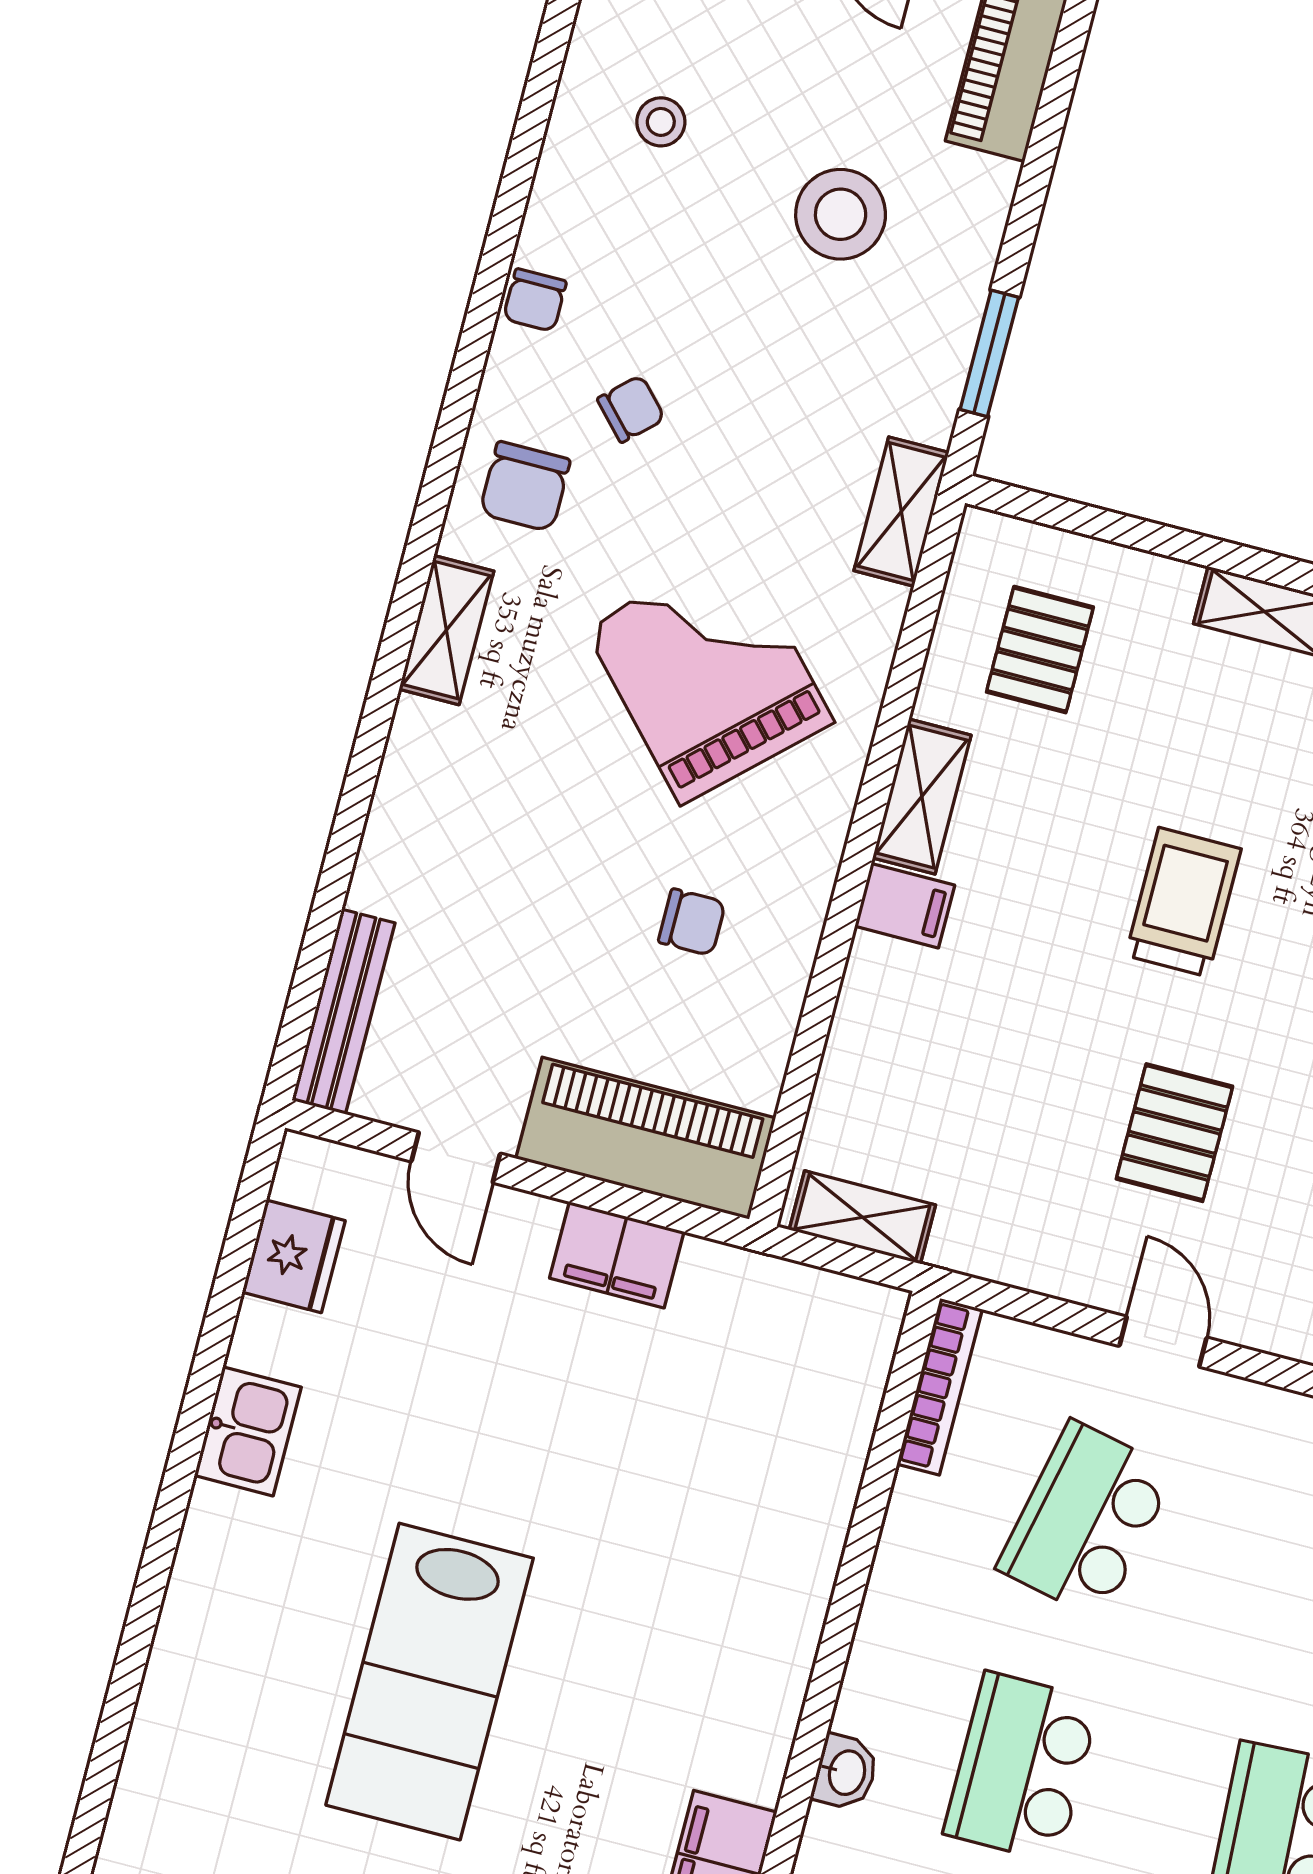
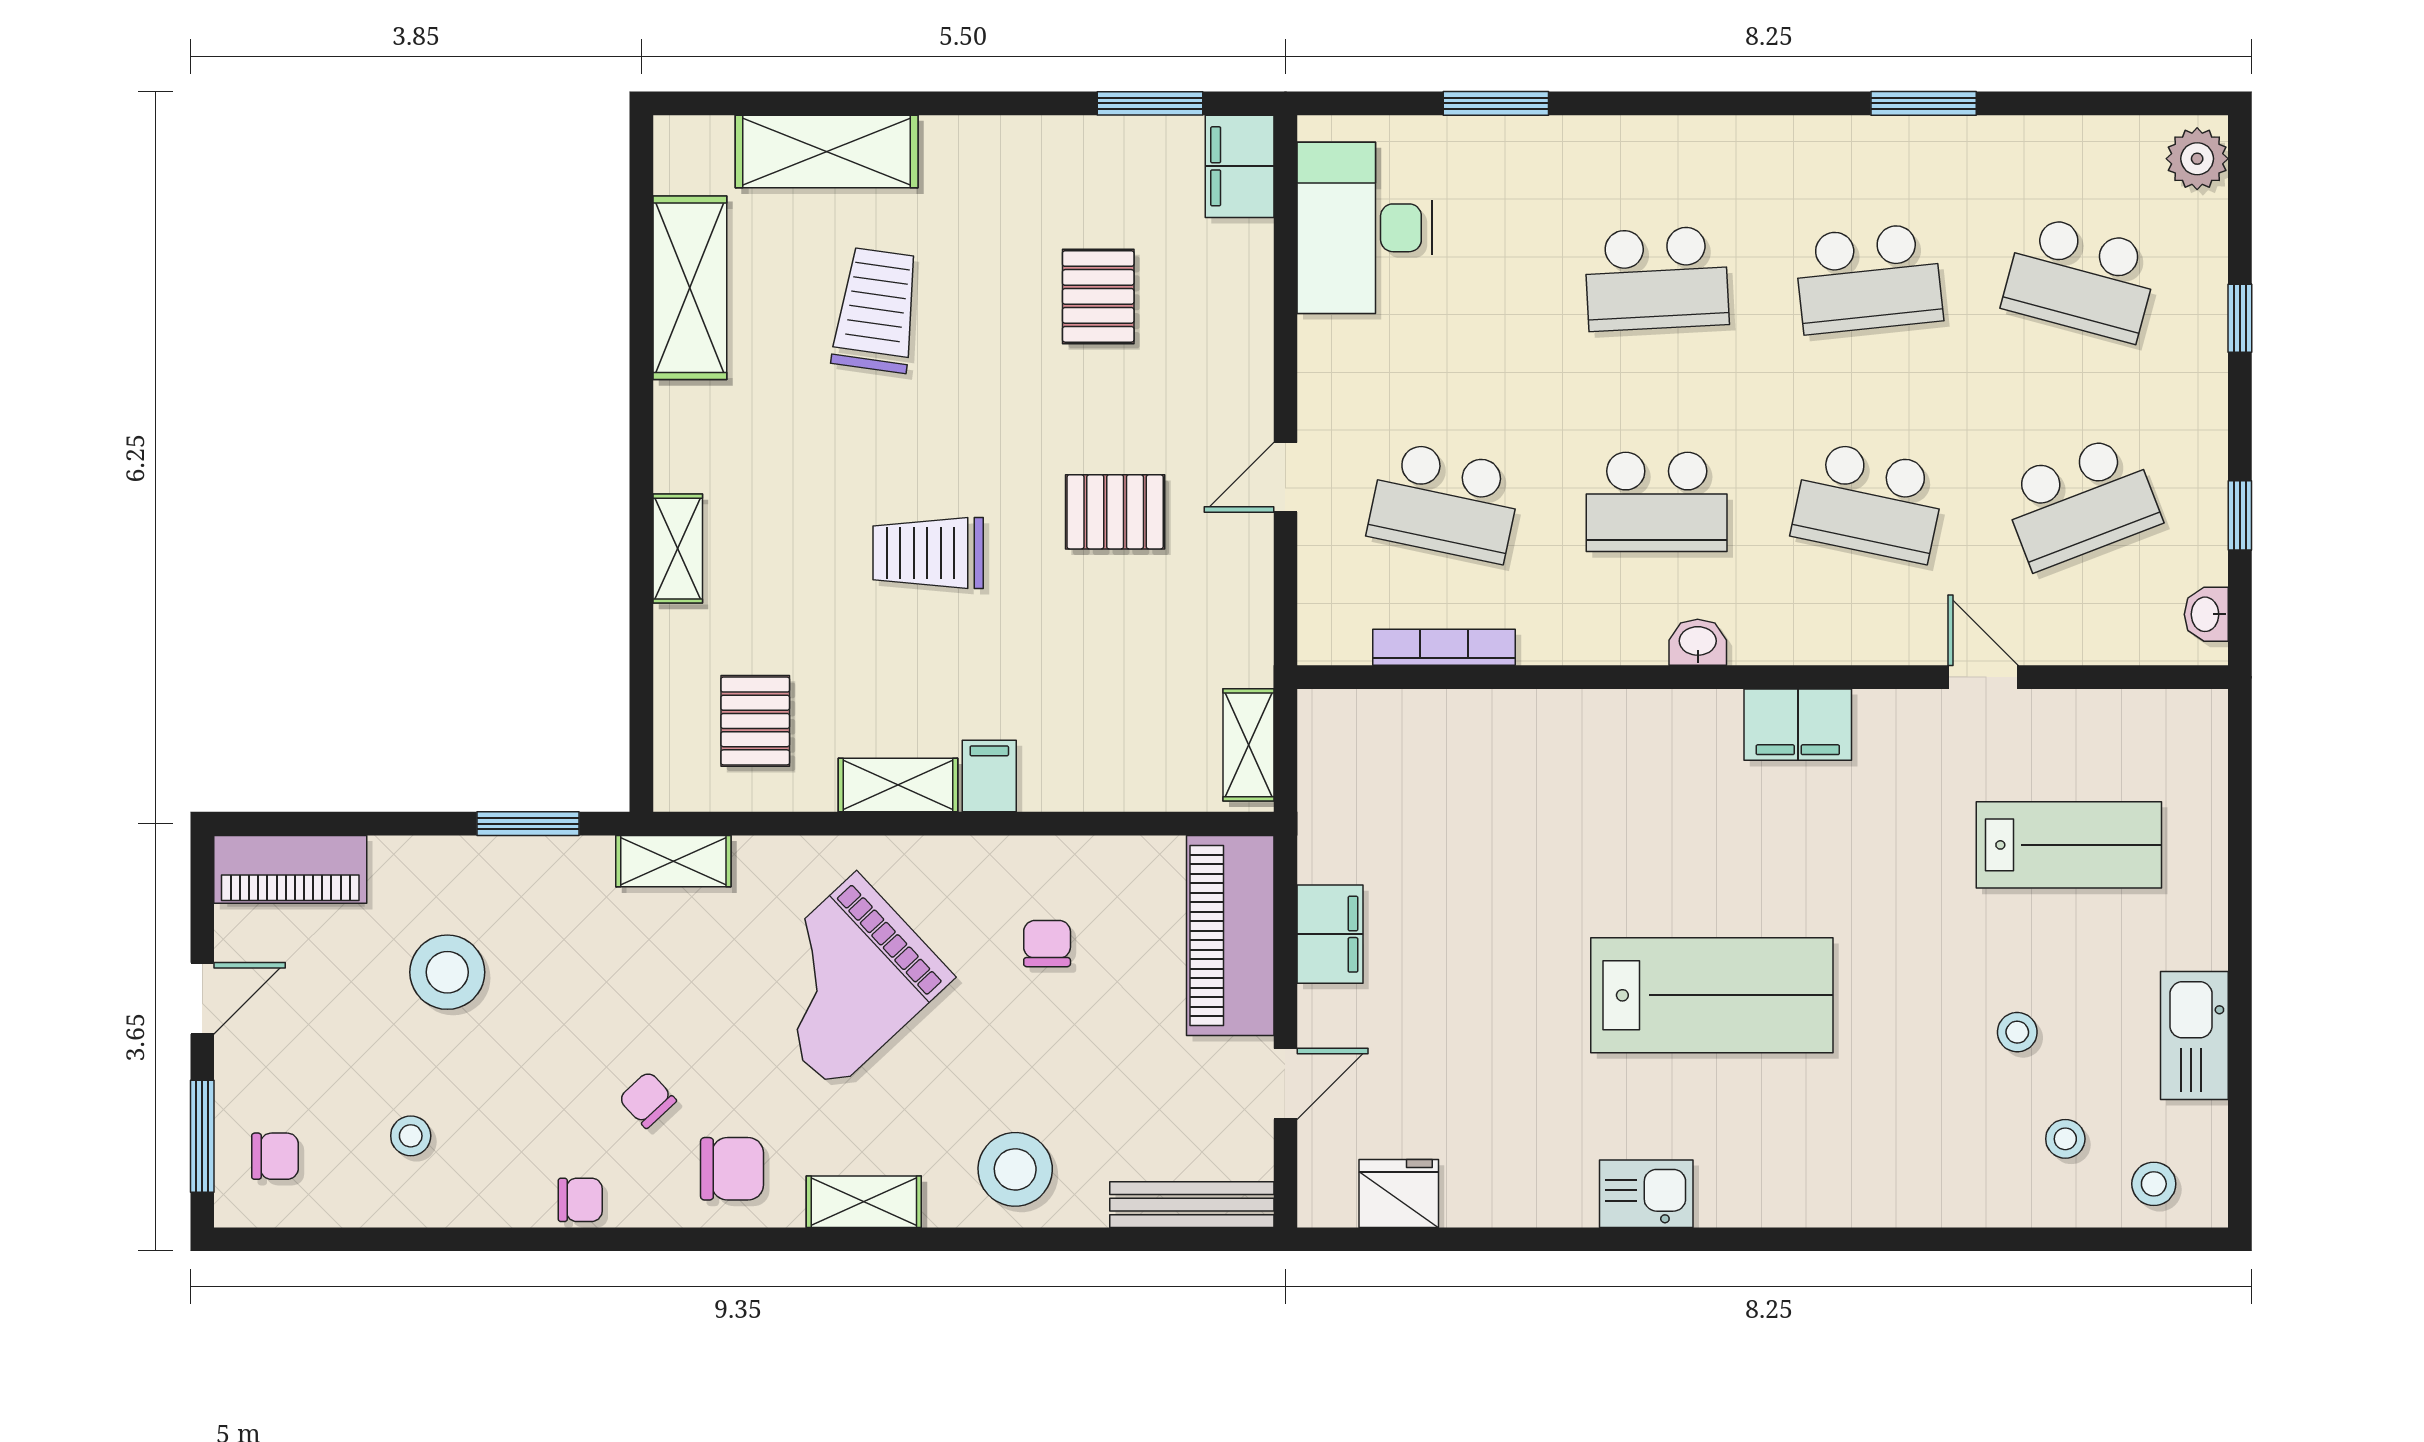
pallet: (1040, 650) -> (755, 721), turned 90
stool: (438, 816) -> (1015, 1169), added
bookcase: (940, 1387) -> (1444, 647), moved
kitchen sink: (248, 1431) -> (1646, 1194), moved

